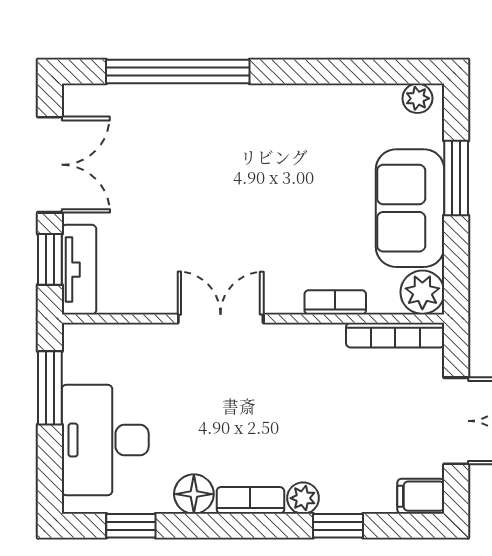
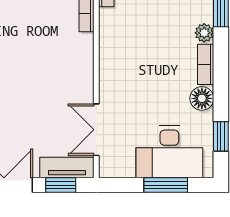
double door: (221, 319) -> (96, 130), moved
window: (50, 388) -> (166, 185), moved

